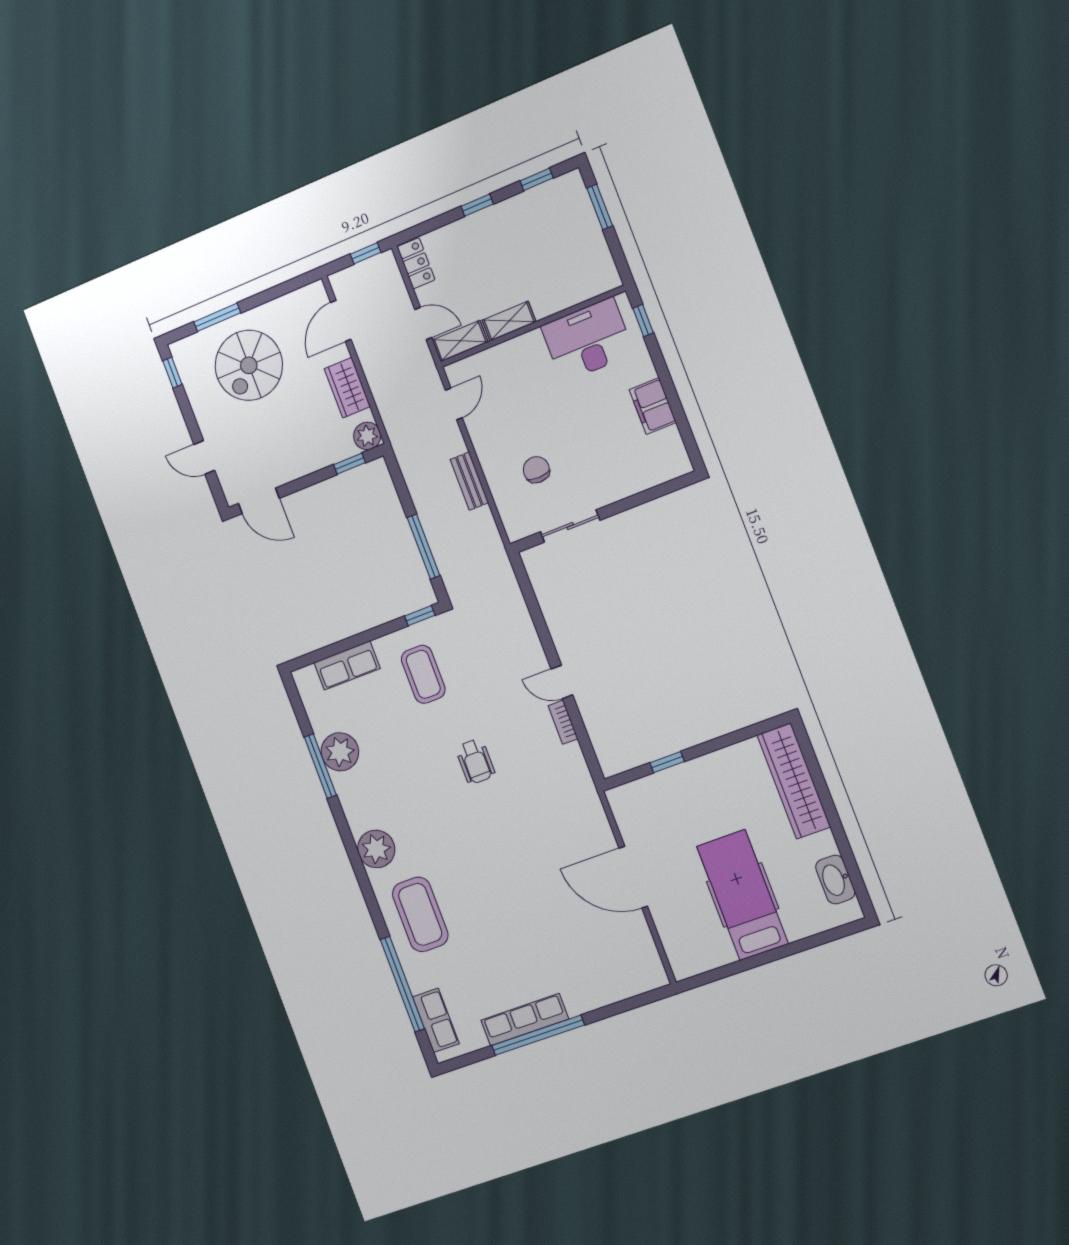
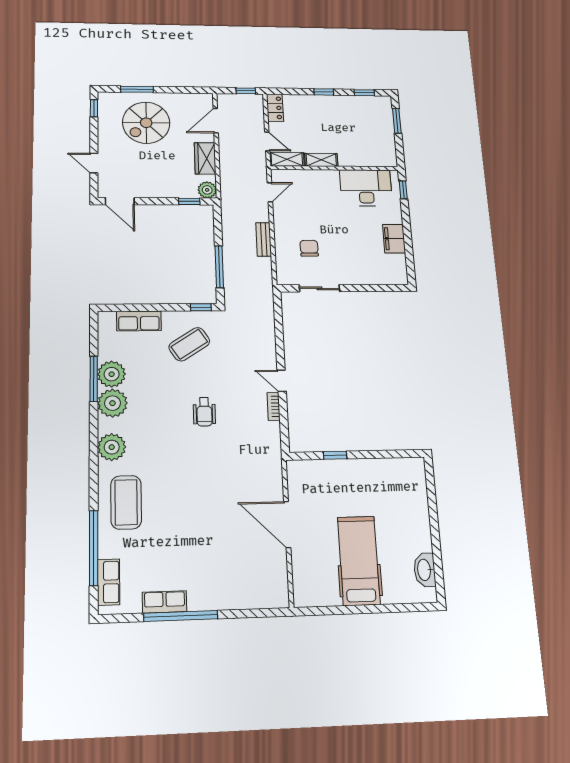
coffee table: (423, 674) -> (189, 344), turned 57
wardrobe: (794, 781) -> (415, 495), removed
plant: (356, 790) -> (113, 403), added
row of seats: (525, 1020) -> (165, 602), width x0.68

